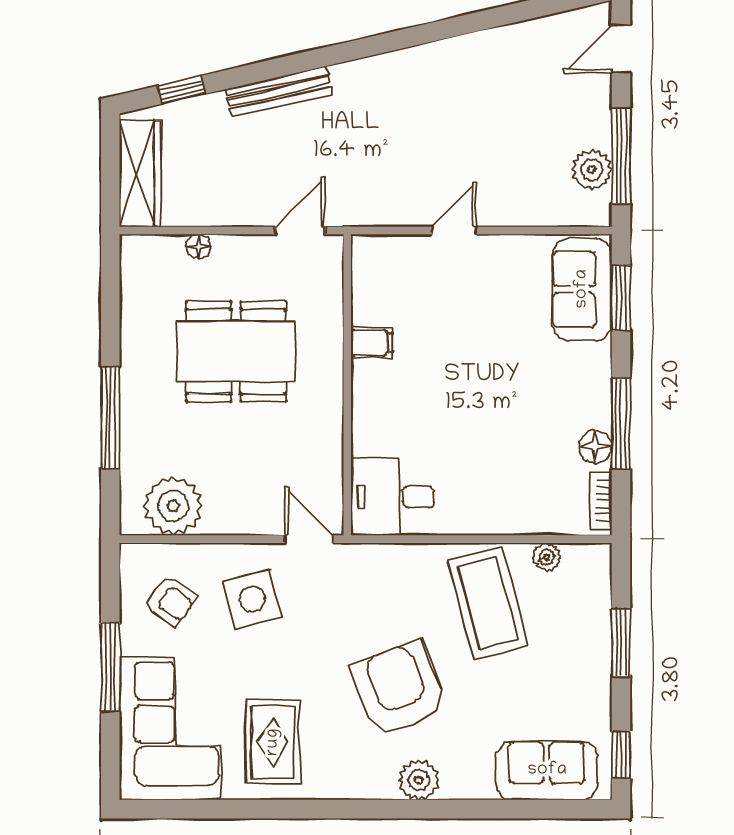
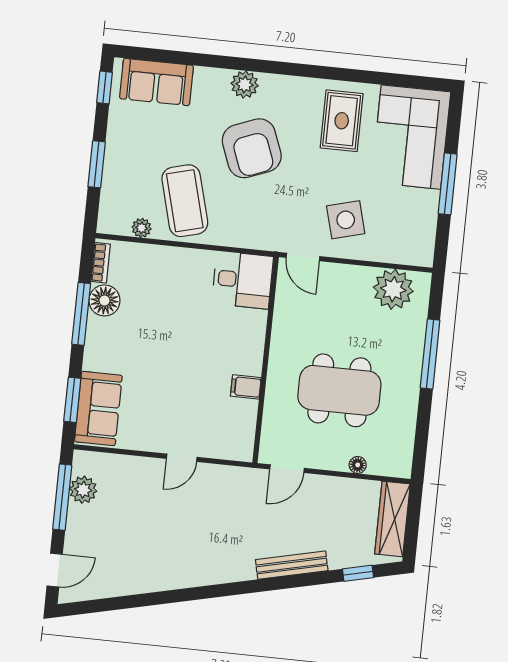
floor lamp: (595, 447) -> (104, 300), width x1.38, depth x1.38
armchair: (171, 601) -> (402, 225), removed

